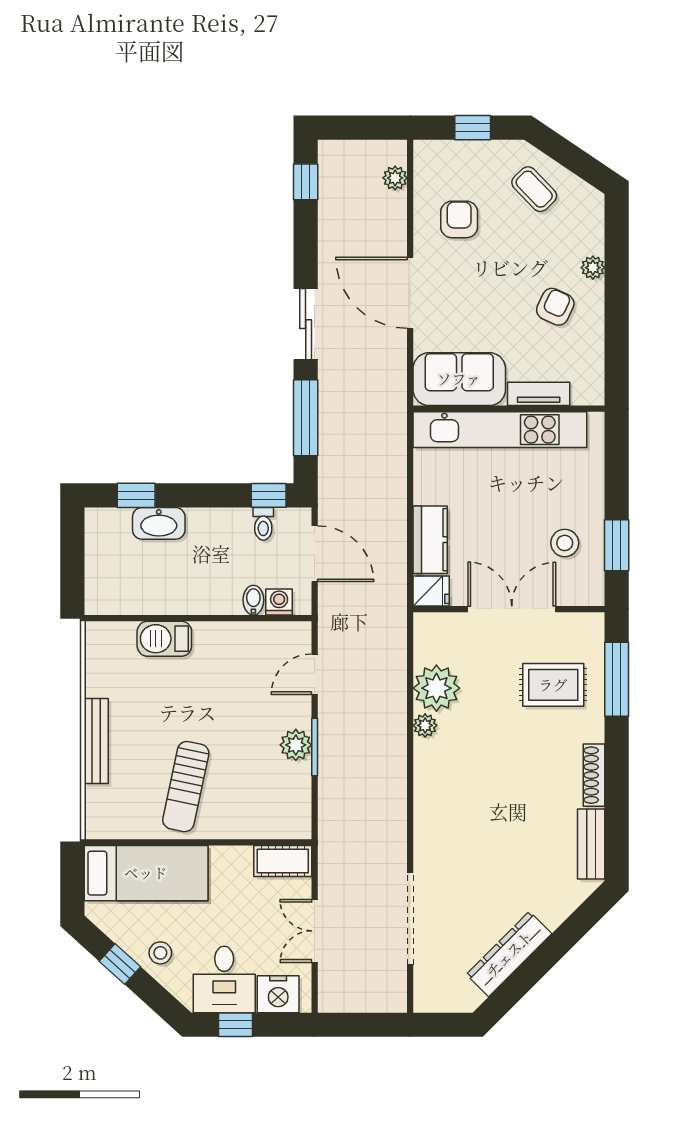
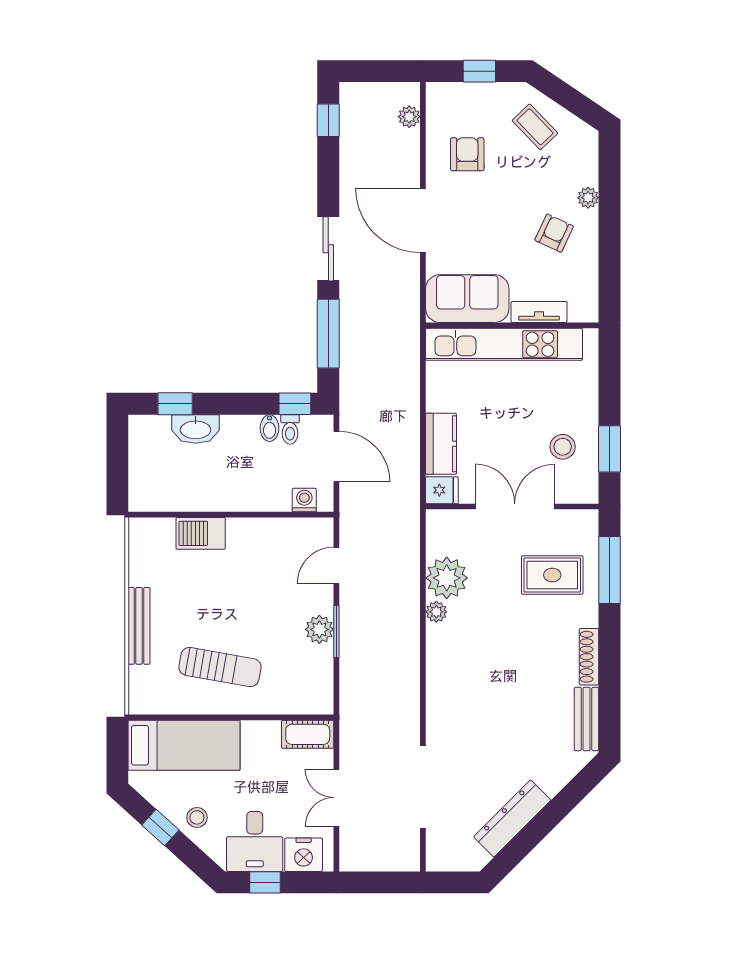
bidet: (253, 600) -> (270, 428), moved, turned 180
sun lounger: (186, 787) -> (220, 667), turned -92

